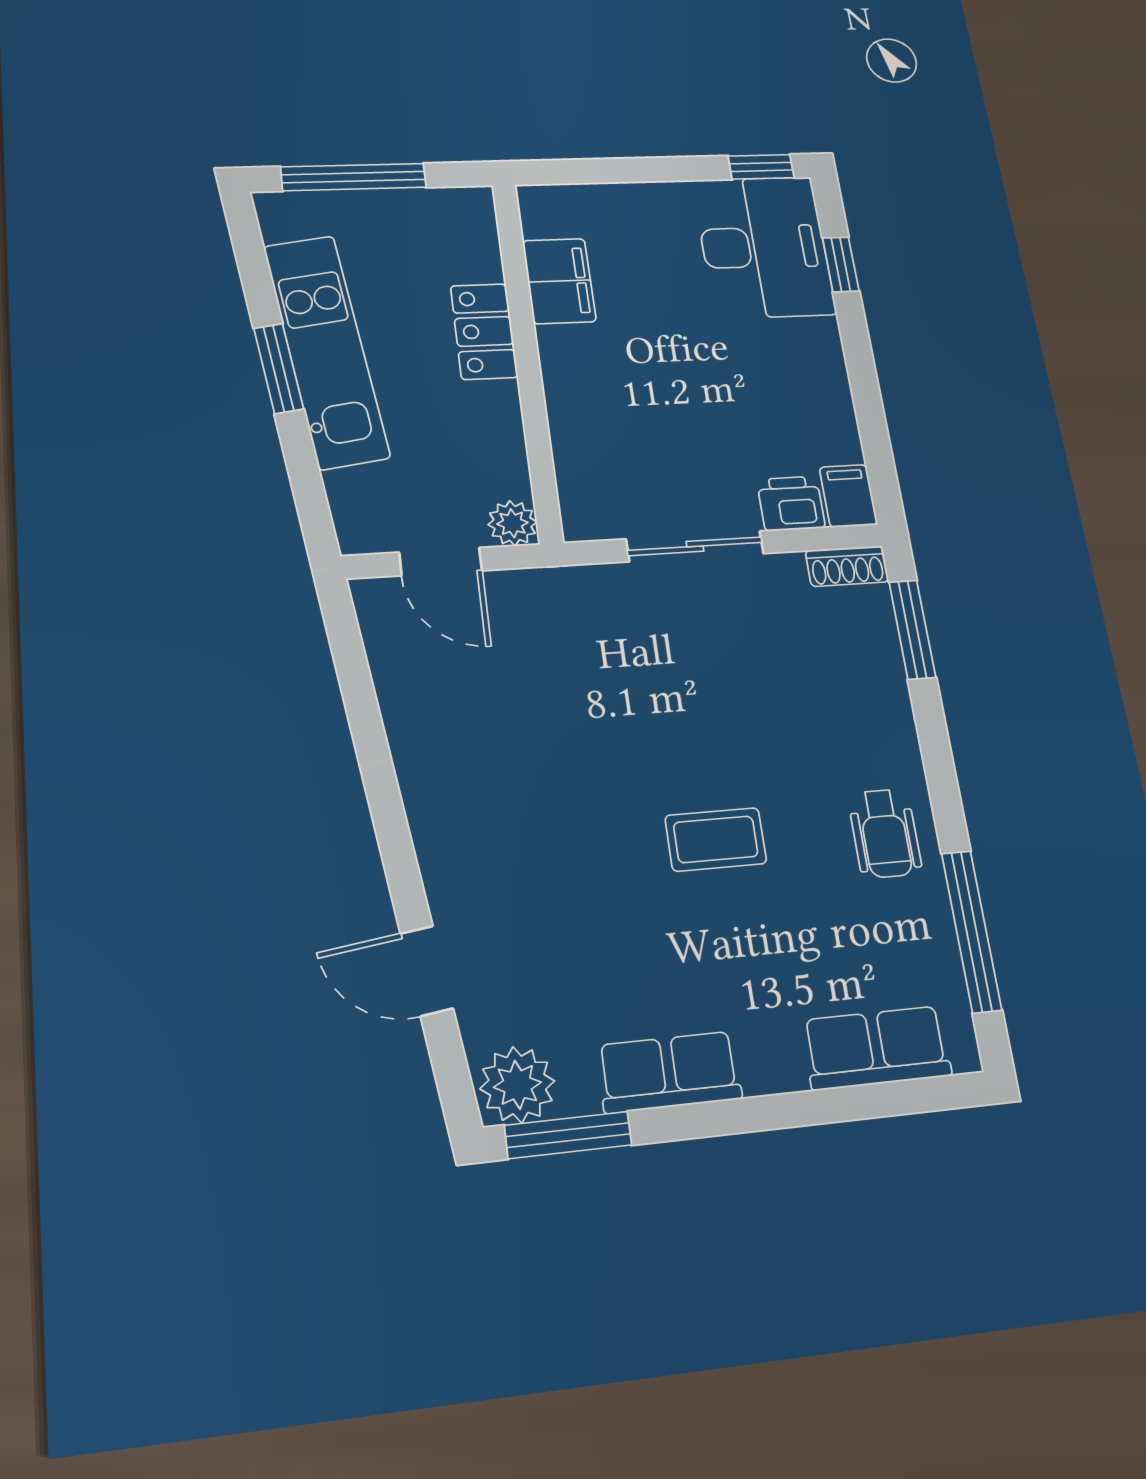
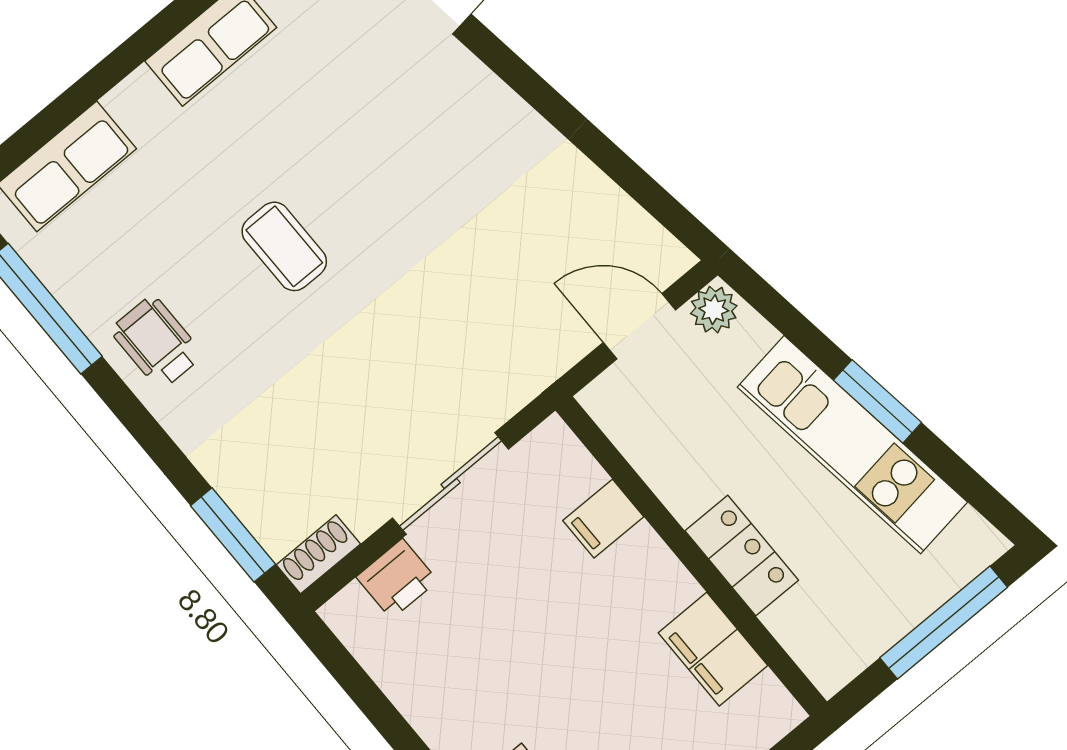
filing cabinet: (848, 496) -> (603, 519), moved, turned 90
plant: (512, 523) -> (714, 310), moved
coffee table: (716, 839) -> (284, 246), turned 90

